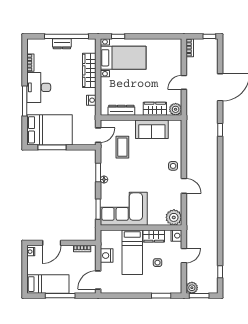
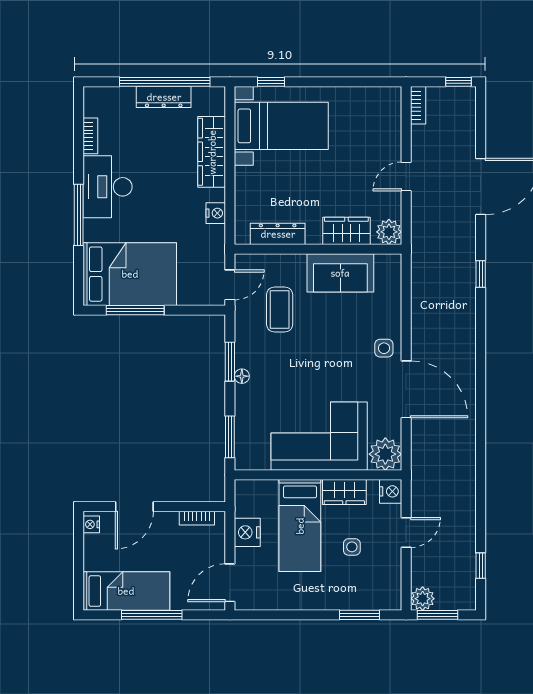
dresser: (62, 44) -> (164, 97), width x1.44
door: (184, 186) -> (406, 389), width x1.88
corner sofa: (124, 209) -> (319, 436), moved

